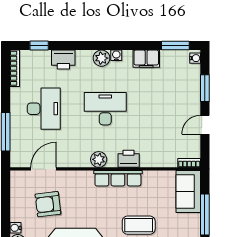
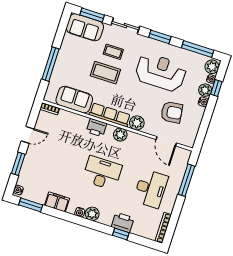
window: (39, 45) -> (121, 234), moved
desk: (44, 109) -> (151, 189), turned 180
desk: (105, 109) -> (102, 173), turned 180
door: (43, 169) -> (166, 141), hinge flipped
plant: (84, 179) -> (137, 123), added
sofa: (188, 191) -> (74, 100), moved, turned -90

